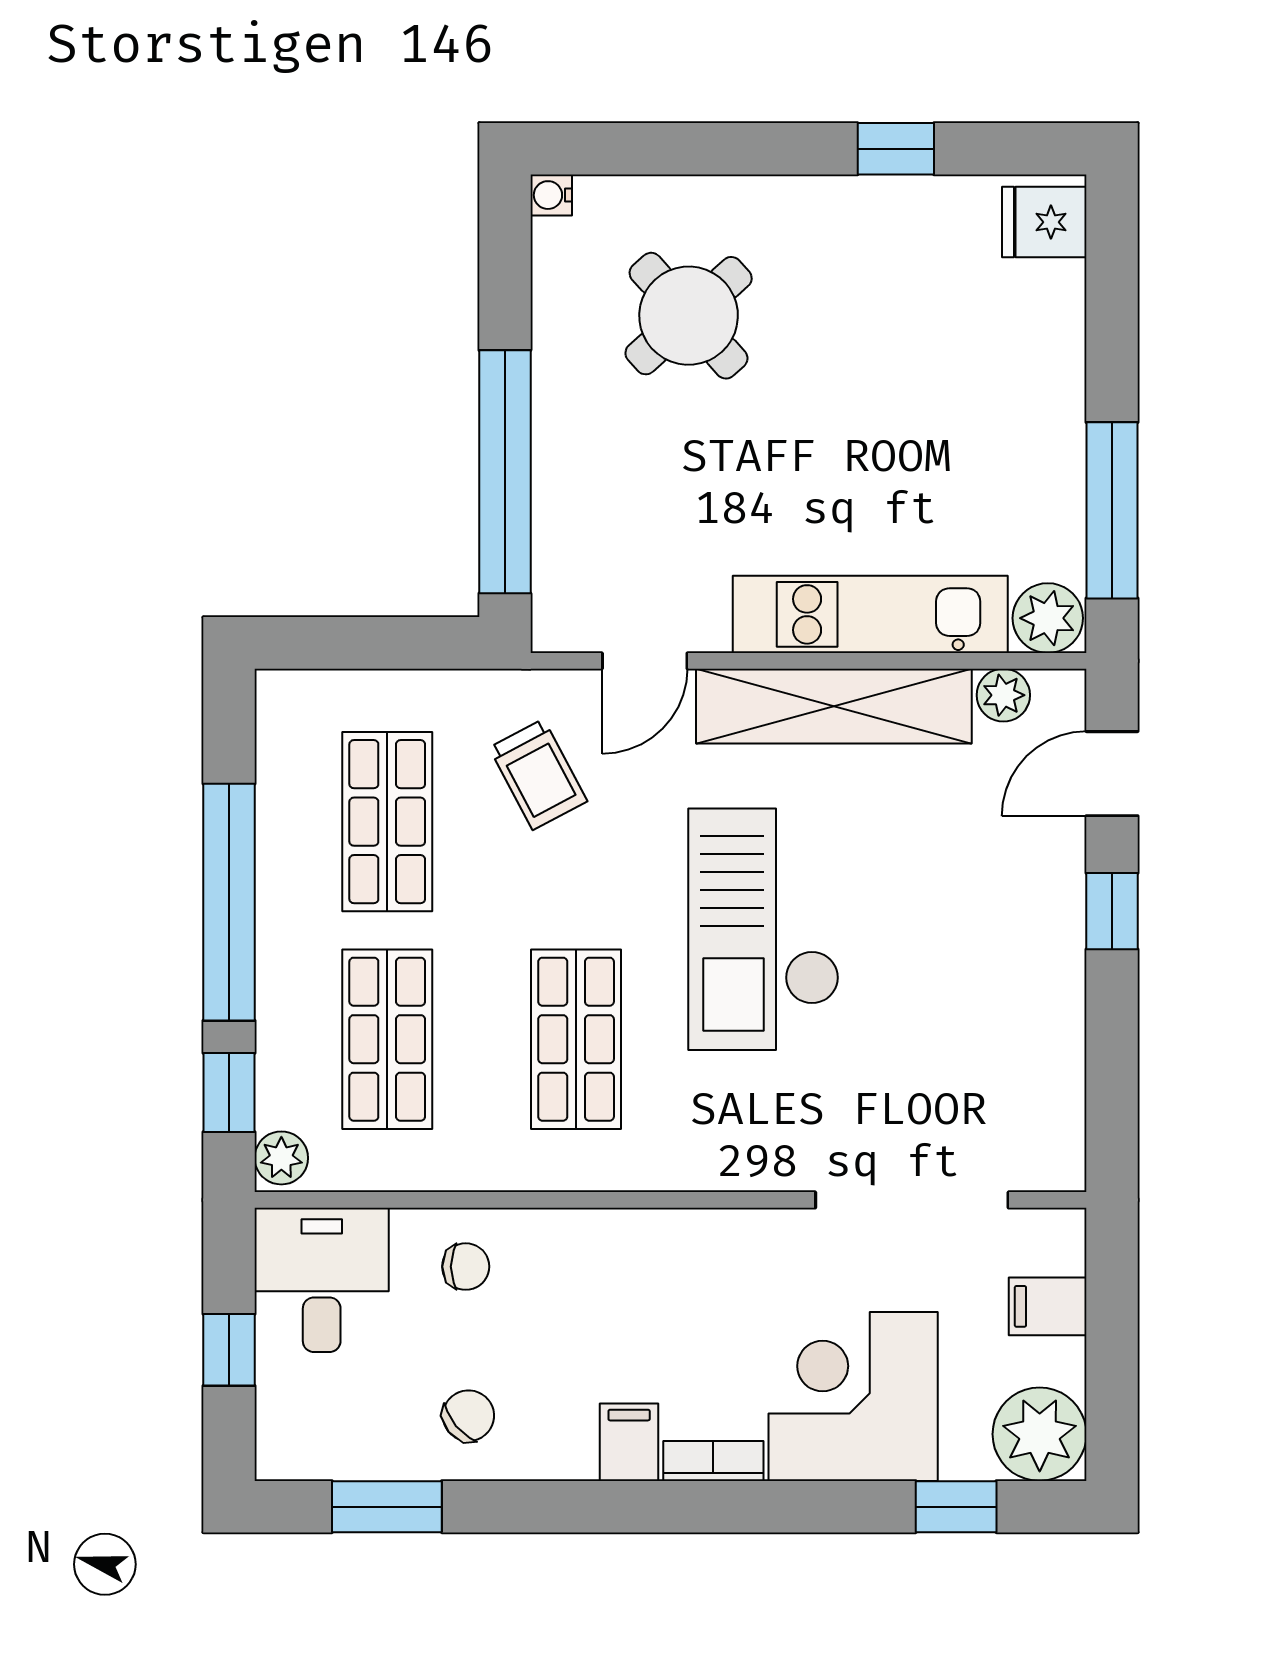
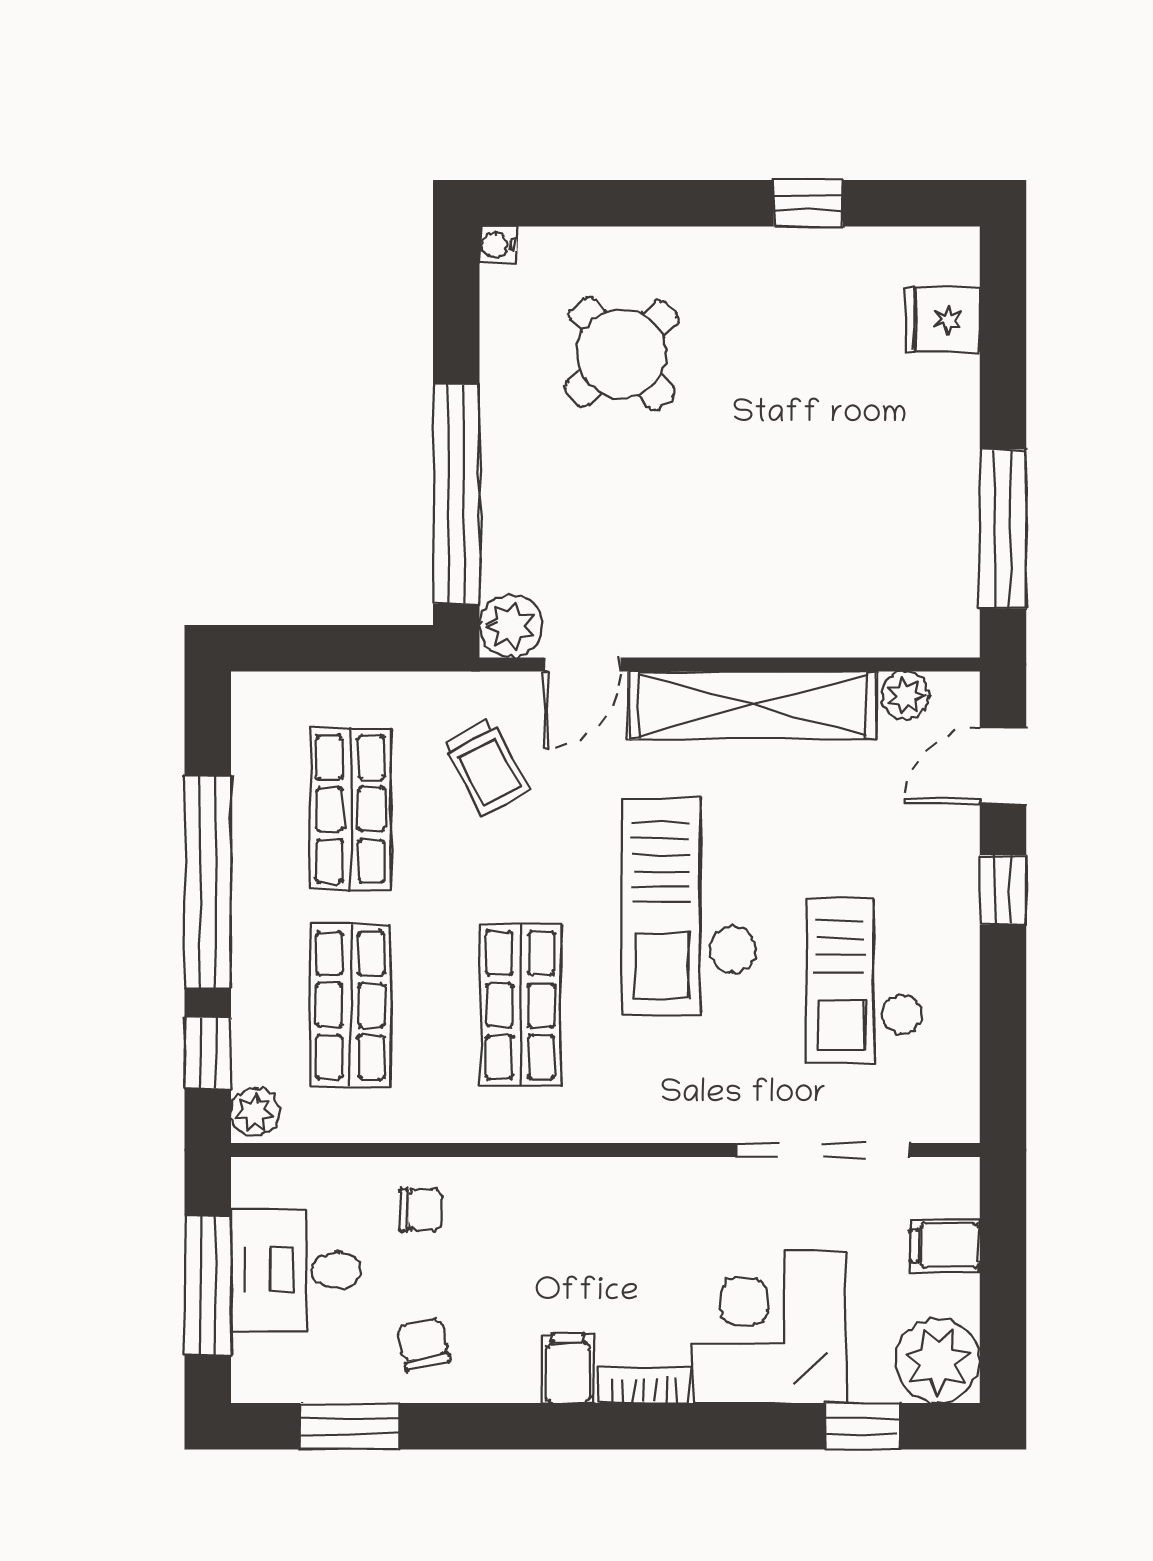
fridge: (1044, 222) -> (942, 319), moved
kitchen unit: (870, 614) -> (785, 623), removed
plant: (1048, 618) -> (511, 626), moved
checkout: (958, 1012) -> (864, 980), added
desk: (322, 1280) -> (296, 1270), moved, turned -90
window: (229, 1350) -> (208, 1285), width x2.17
chair: (468, 1416) -> (423, 1344), turned -62

